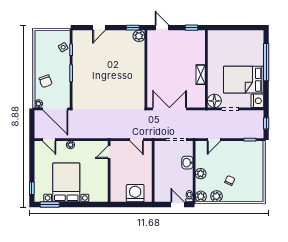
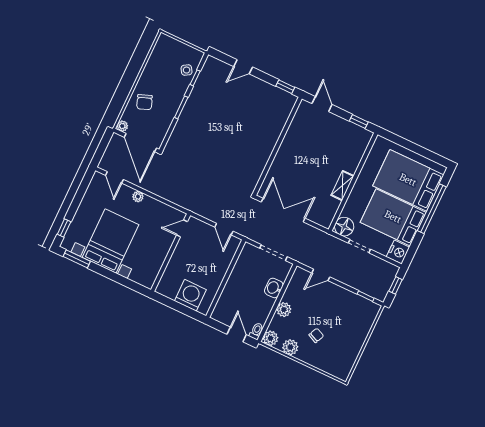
plant: (139, 36) -> (288, 101), removed
bed: (242, 51) -> (408, 180), added

